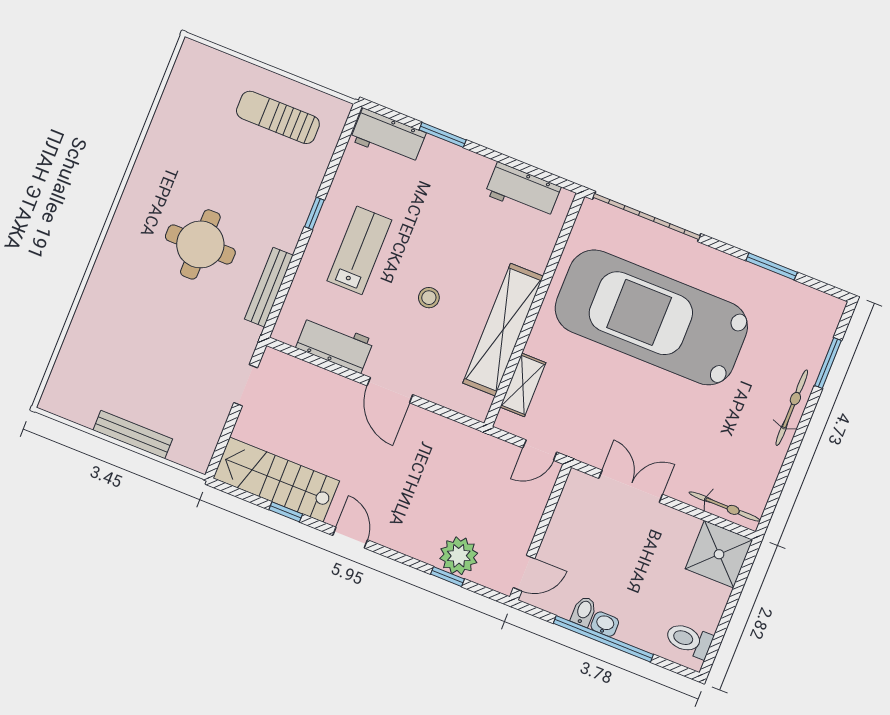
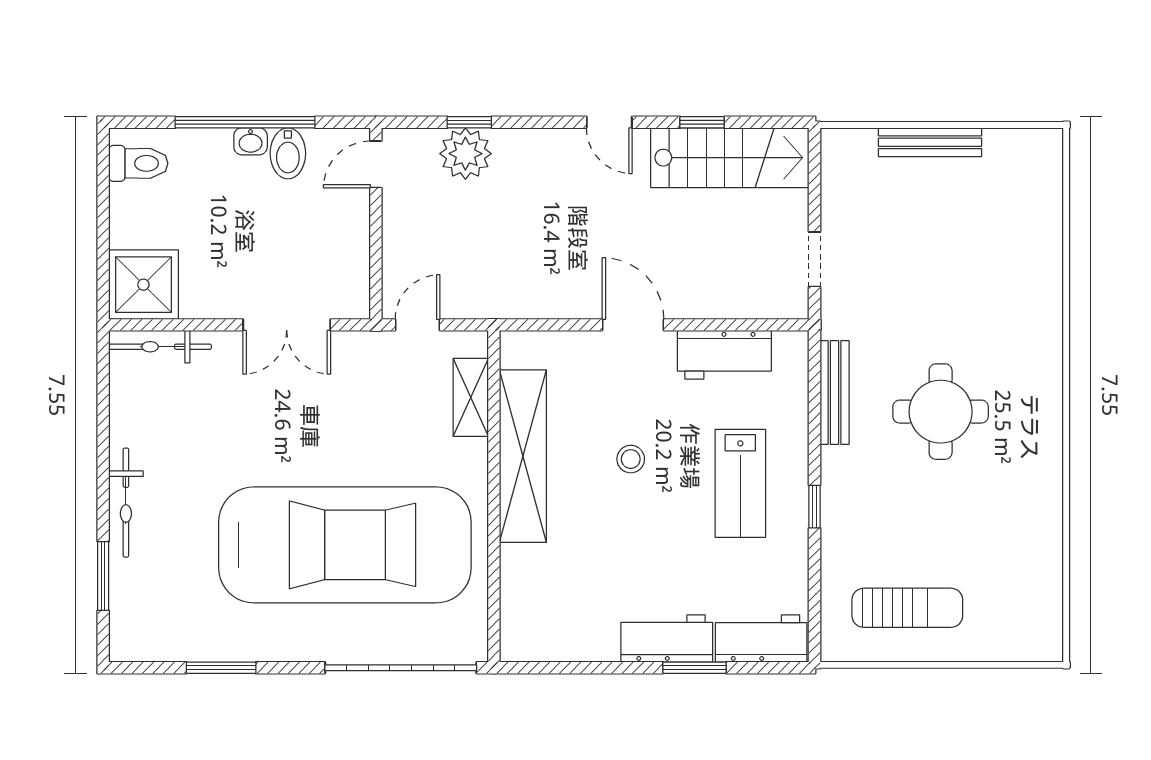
workbench: (523, 191) -> (667, 639), moved
bidet: (584, 611) -> (288, 153), width x1.38, depth x1.36

